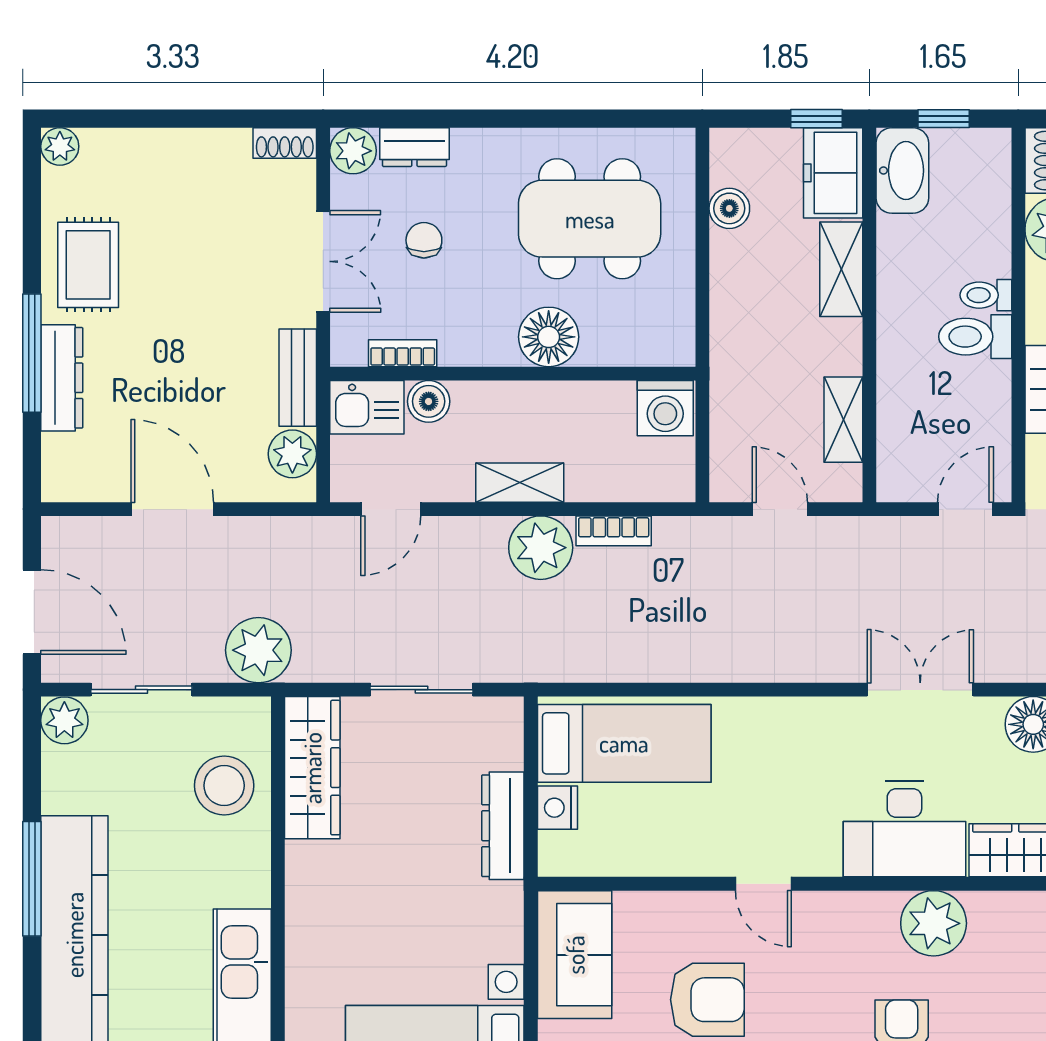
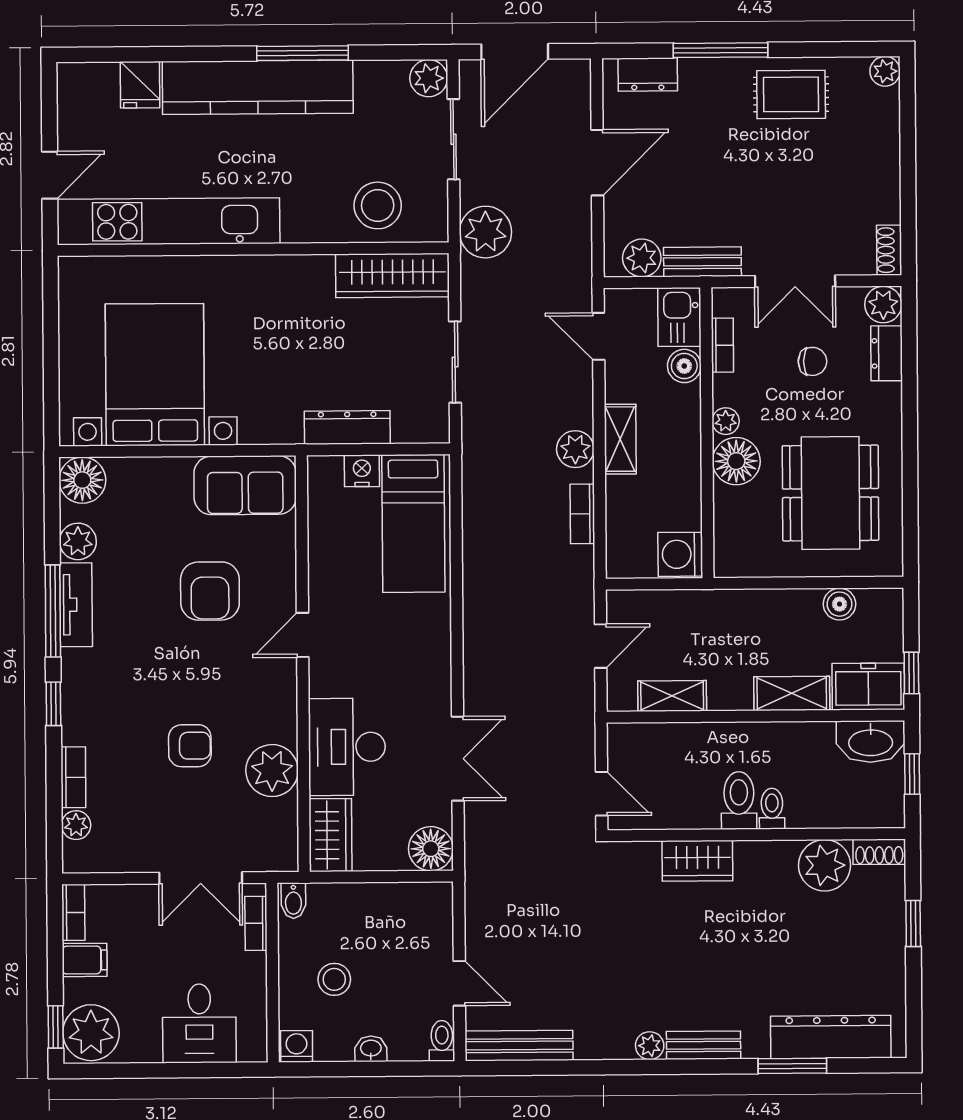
plant: (498, 350) -> (726, 421), added
dresser: (62, 378) -> (648, 74), moved, width x0.70
plant: (541, 548) -> (575, 449), width x0.73, depth x0.73

